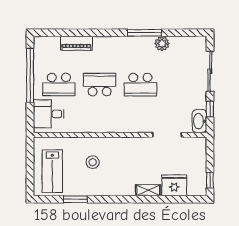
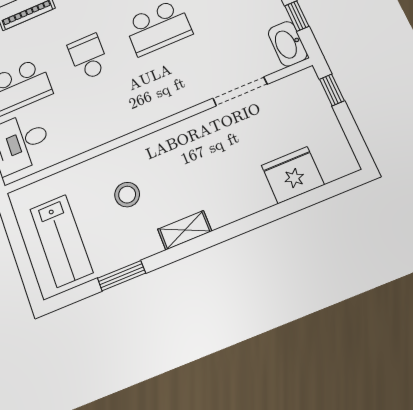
school desk: (100, 85) -> (88, 57), width x0.54
window: (210, 180) -> (332, 90), moved
shelving: (148, 190) -> (185, 230), moved

